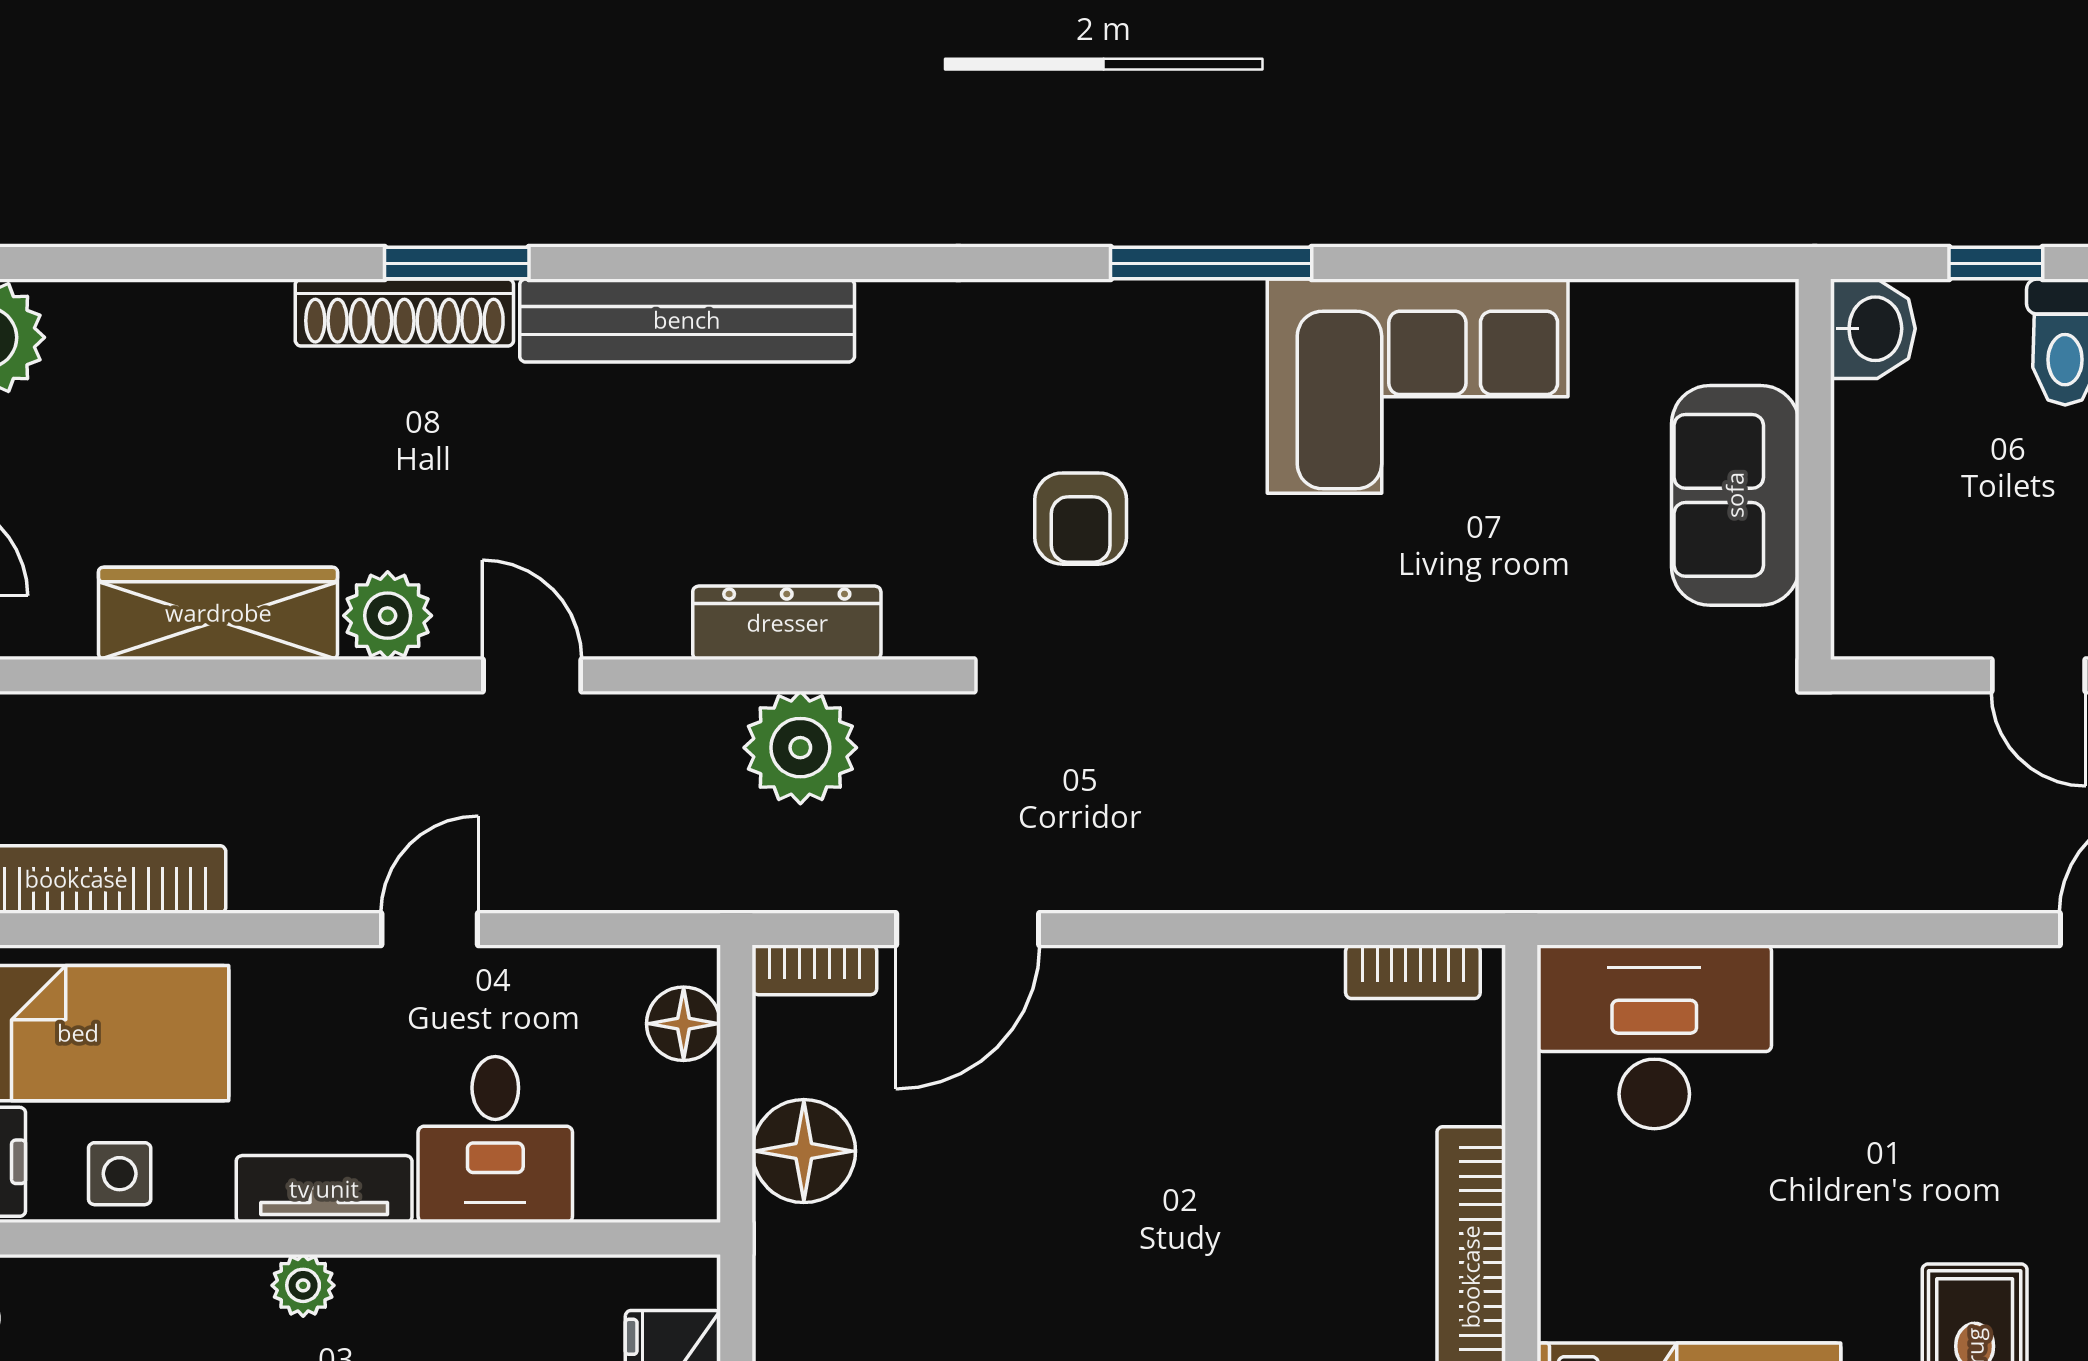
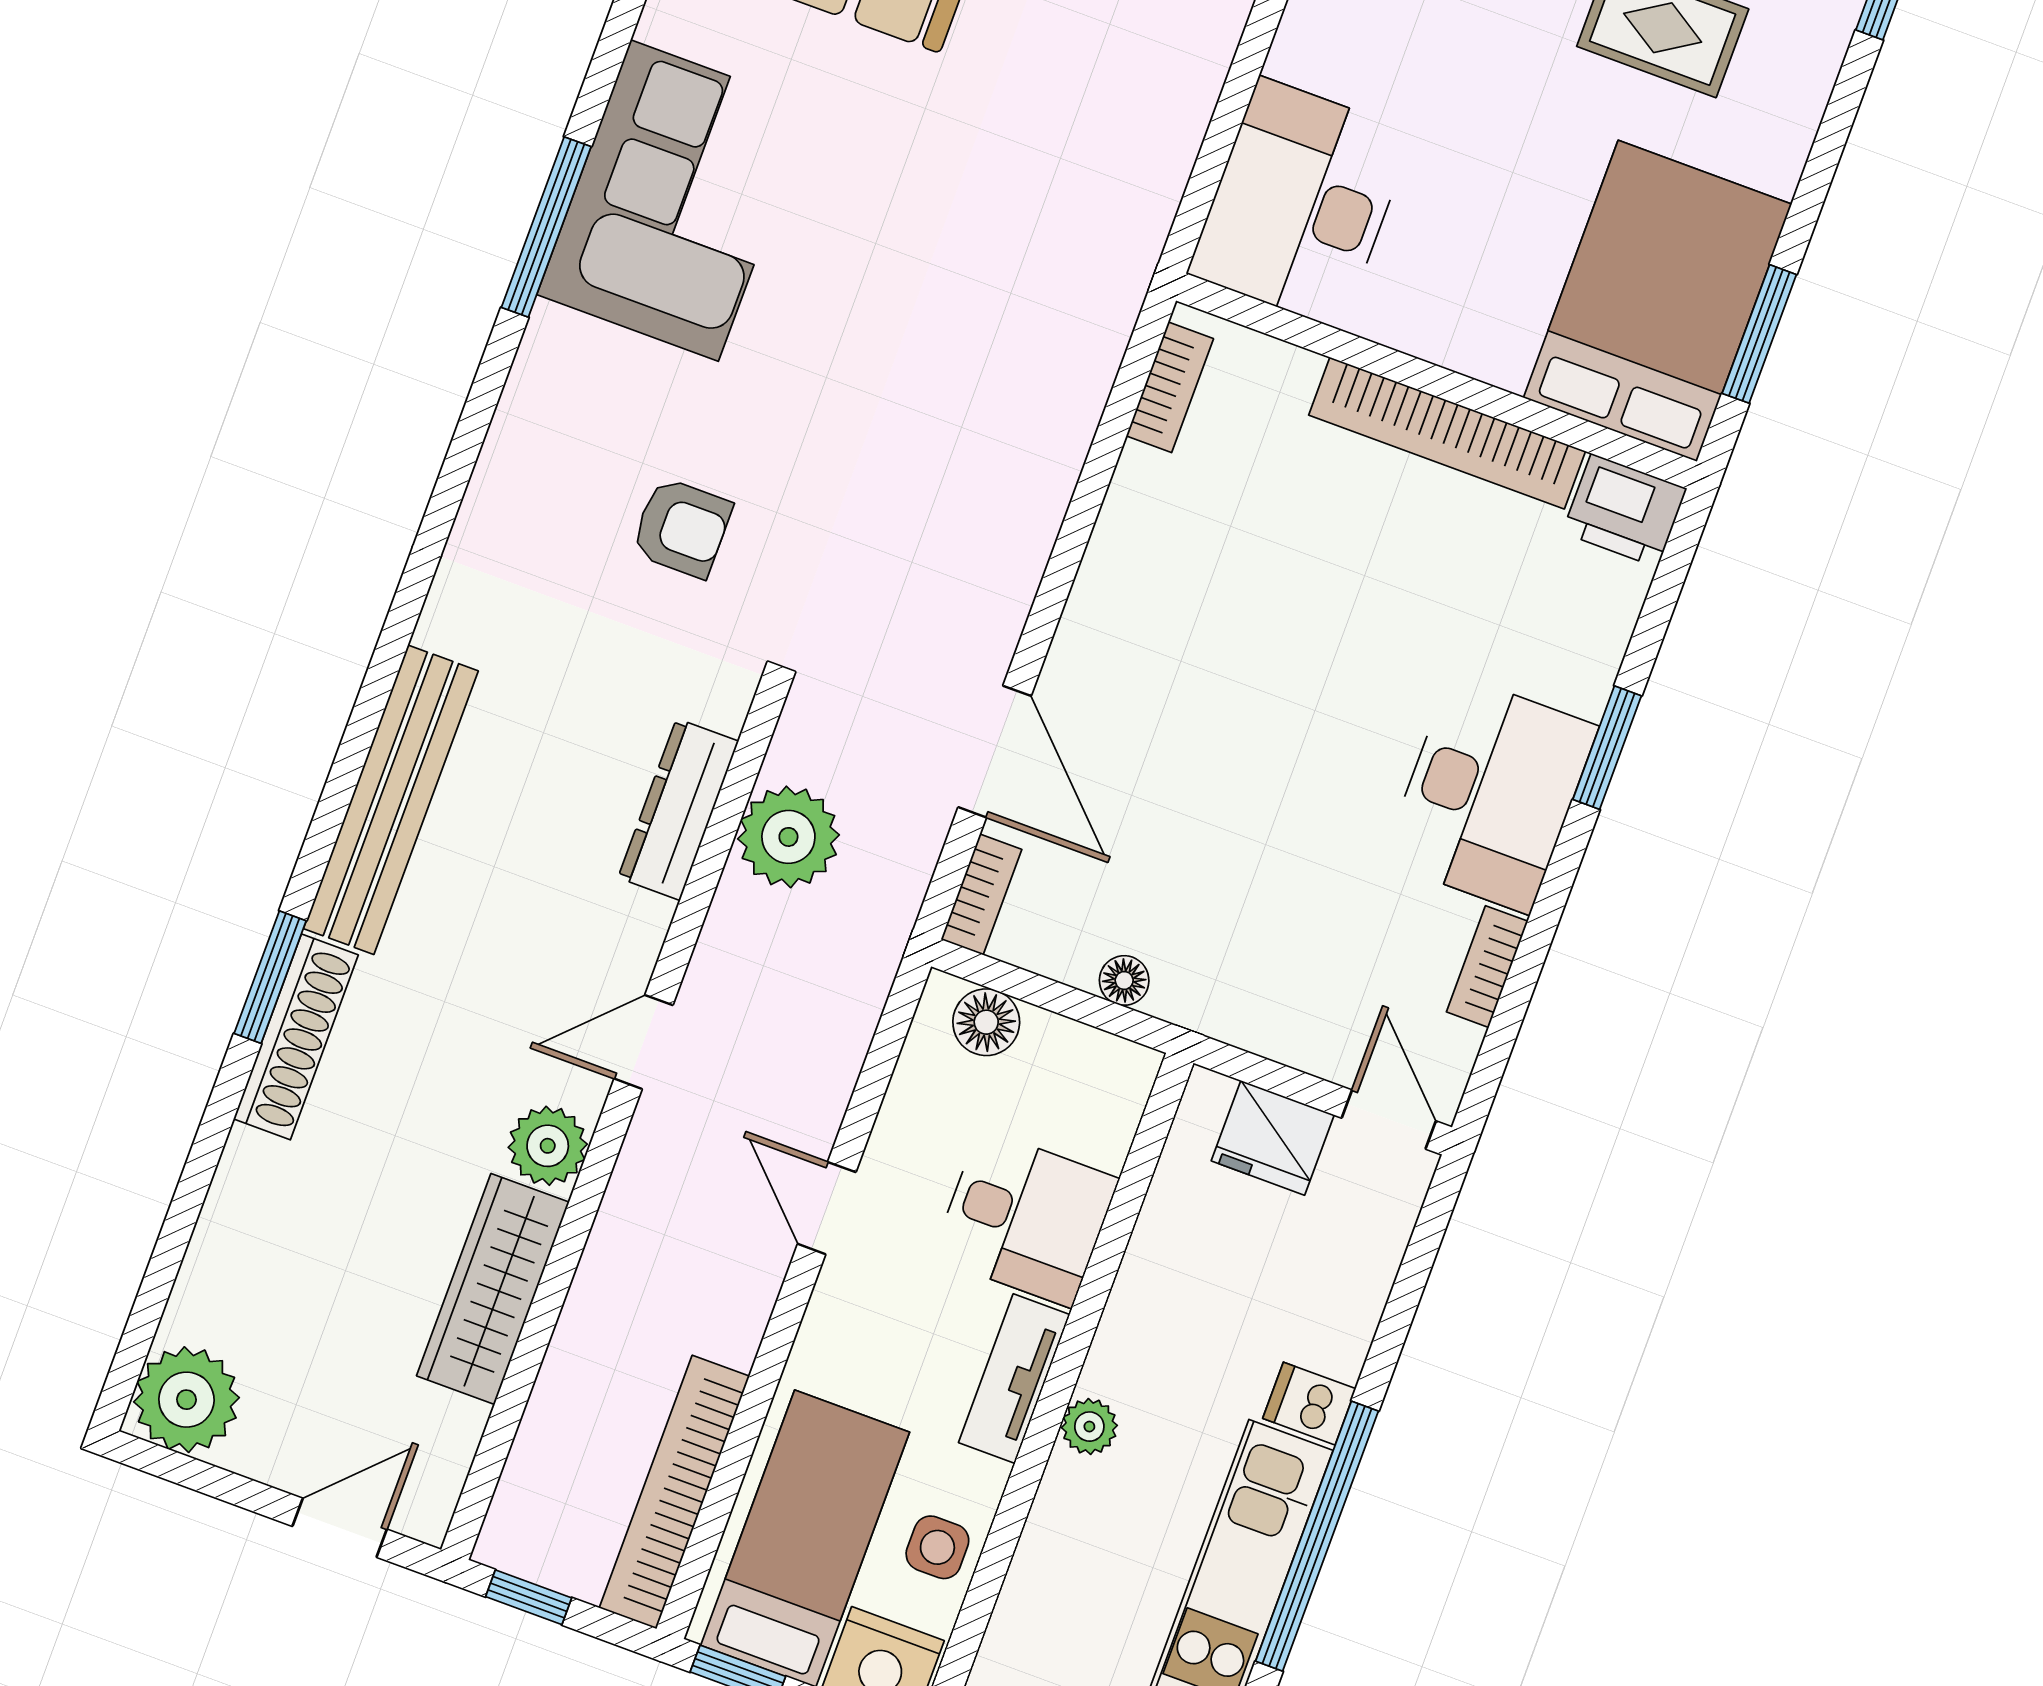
window: (1211, 263) -> (546, 227), moved
floor lamp: (804, 1151) -> (1124, 980), width x0.53, depth x0.53

